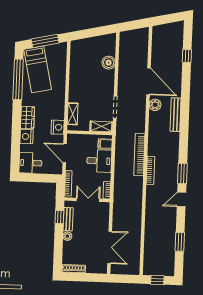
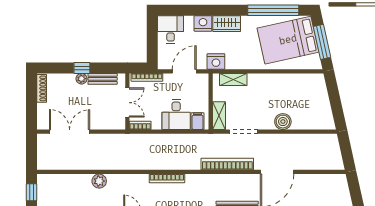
boiler: (109, 63) -> (283, 122), moved
bed: (38, 69) -> (288, 40), width x1.50
plant: (155, 105) -> (99, 181), moved
bookcase: (139, 155) -> (227, 164), moved
window: (59, 217) -> (82, 68), moved
double door: (110, 247) -> (70, 132), swing flipped

